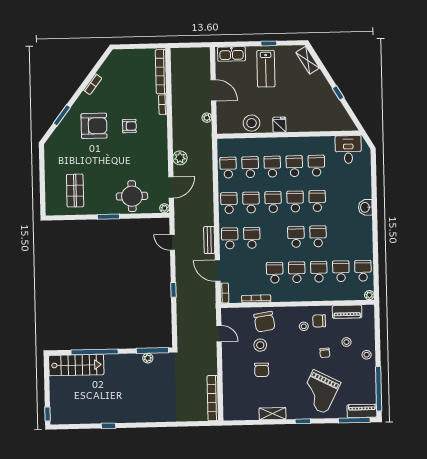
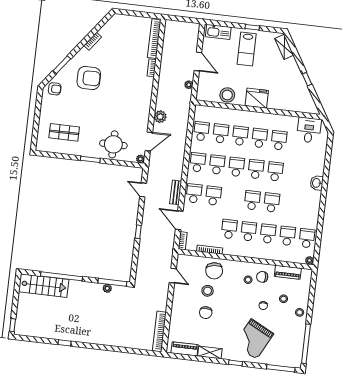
fridge: (279, 125) -> (257, 98), width x1.88, depth x1.34
armchair: (129, 126) -> (55, 89), moved
shop shelf: (75, 191) -> (64, 132), turned 90
piano: (362, 411) -> (185, 349), moved

